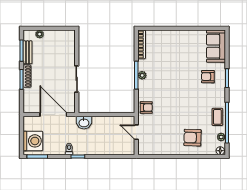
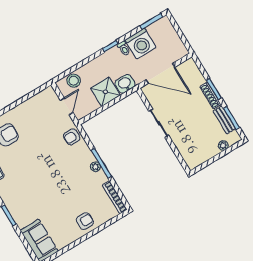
armchair: (208, 77) -> (85, 221), moved
shower: (102, 125) -> (105, 92), added
door: (136, 132) -> (67, 106), hinge flipped
washing machine: (33, 141) -> (141, 44), moved, turned -90
stool: (120, 148) -> (74, 81), added

